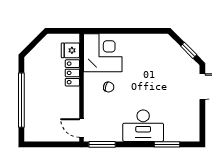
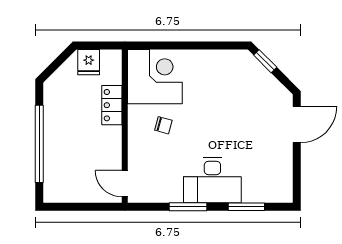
fridge: (70, 50) -> (89, 62), moved, turned -90
window: (189, 50) -> (265, 61), moved
window: (102, 144) -> (188, 207), moved

